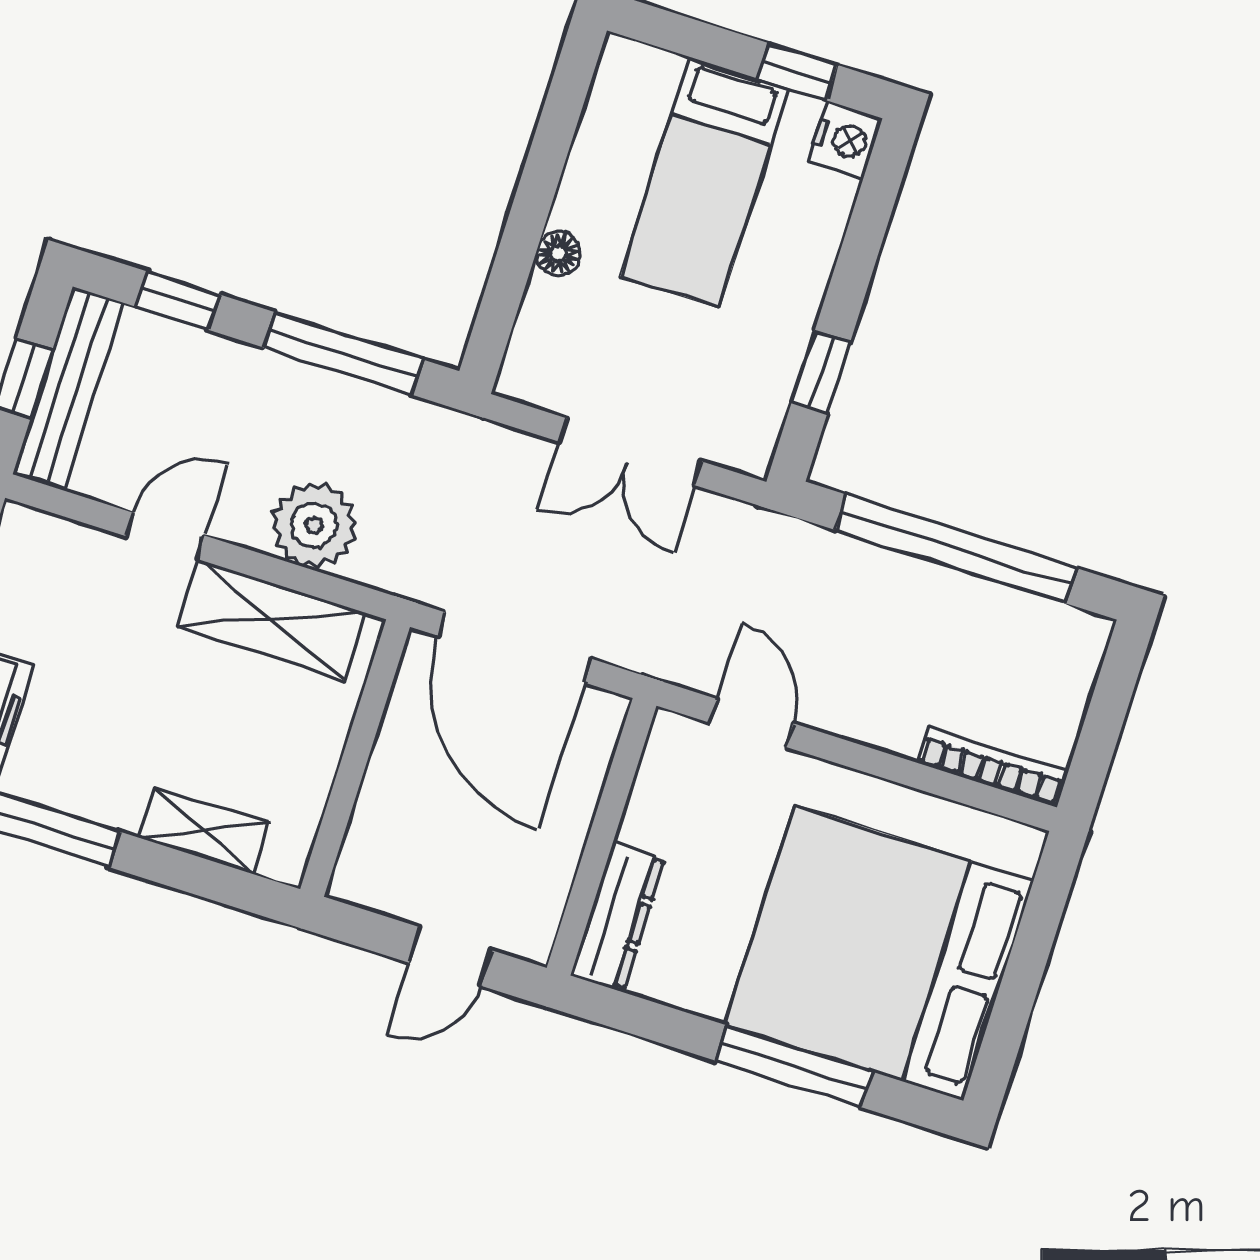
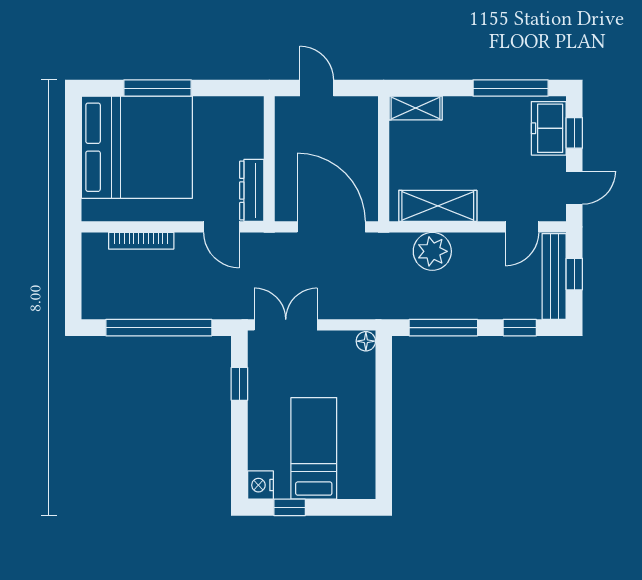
floor lamp: (559, 253) -> (366, 341), moved
double door: (631, 452) -> (286, 325), moved
door: (165, 536) -> (522, 227), moved
bookcase: (992, 767) -> (141, 241), moved
shelving: (204, 830) -> (416, 108), moved
dresser: (618, 917) -> (252, 190), moved
door: (451, 957) -> (317, 88), hinge flipped

